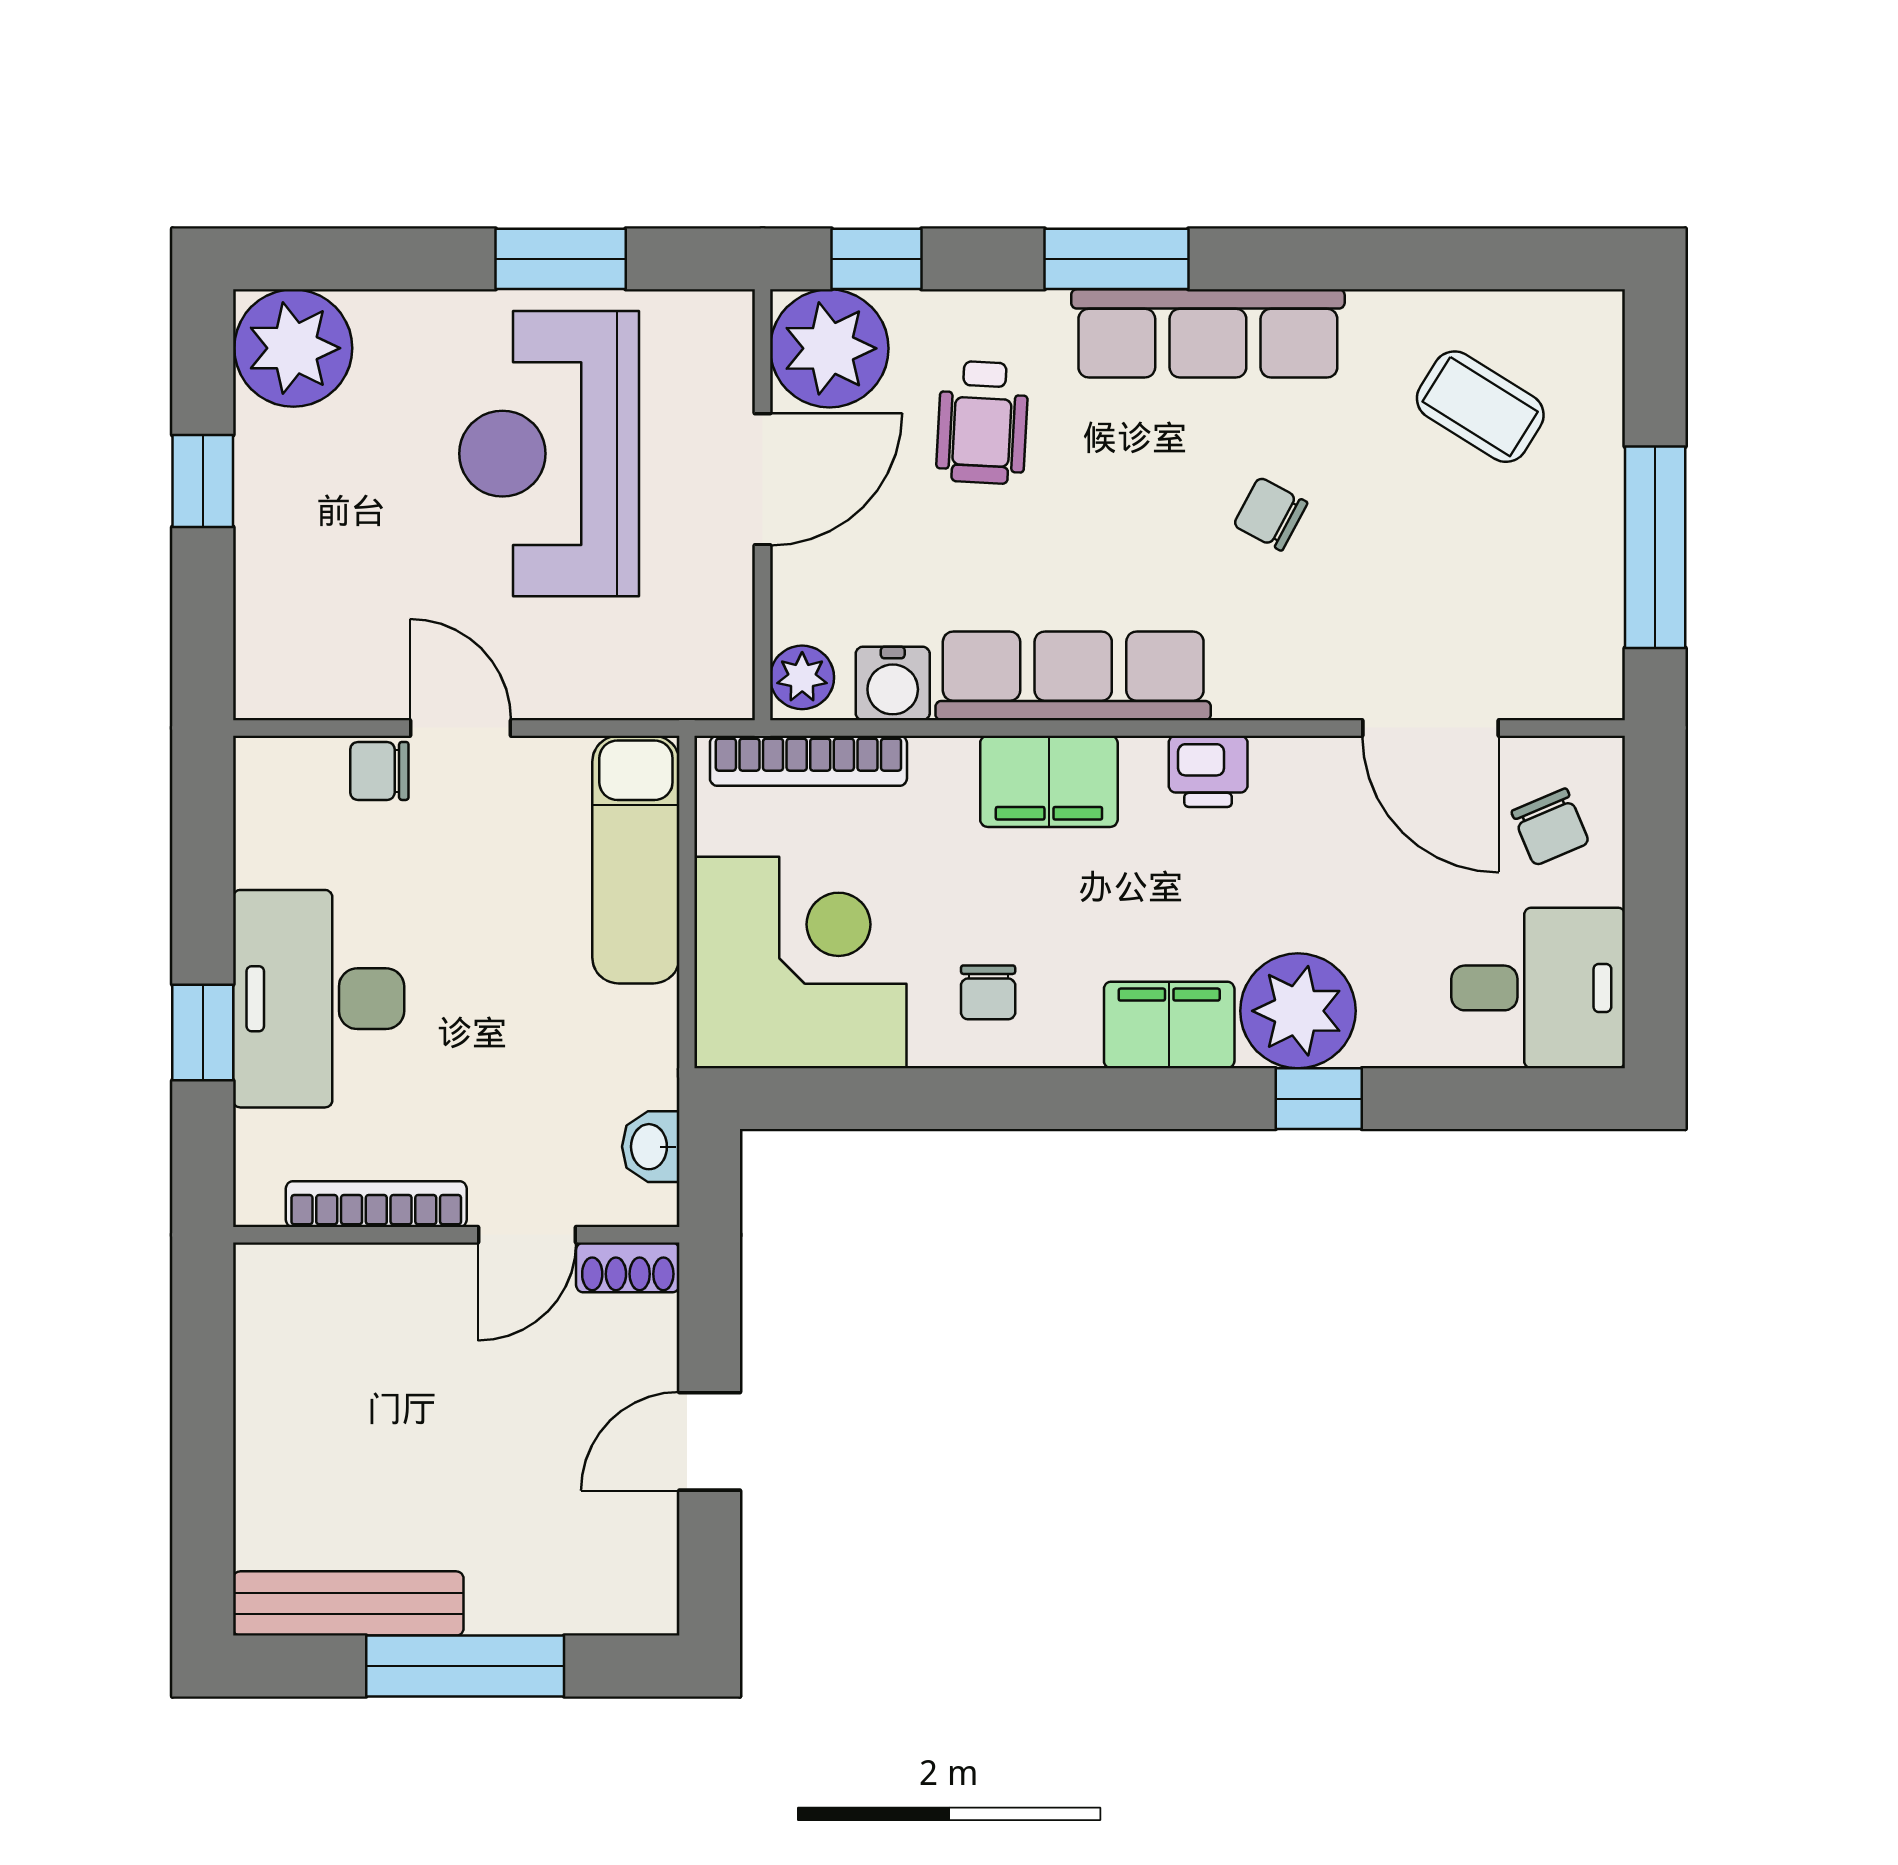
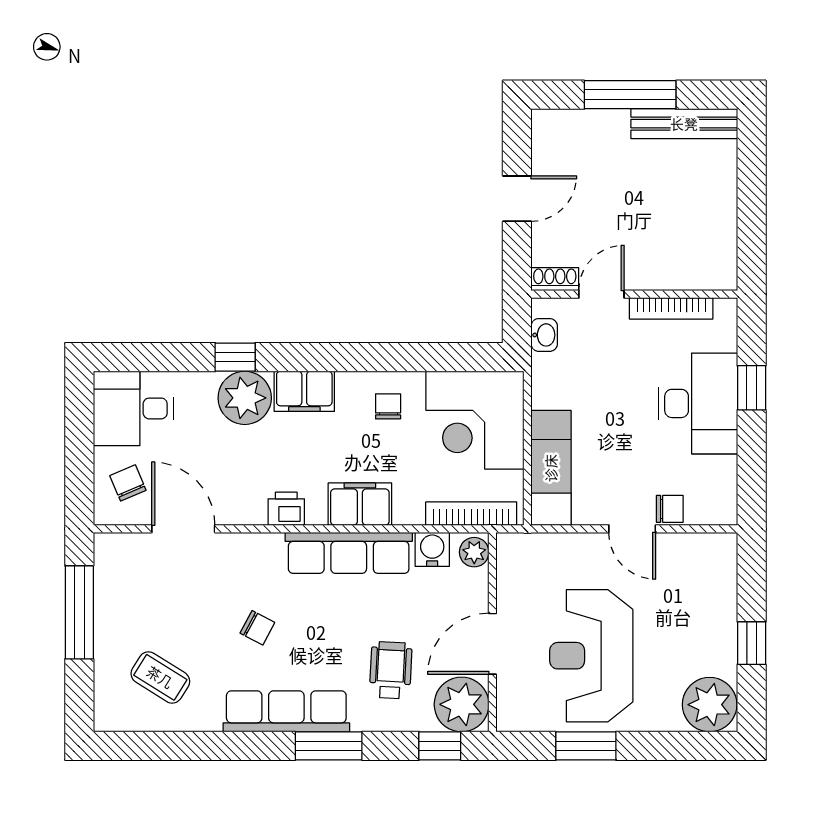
reception desk: (549, 454) -> (591, 656), turned 180

